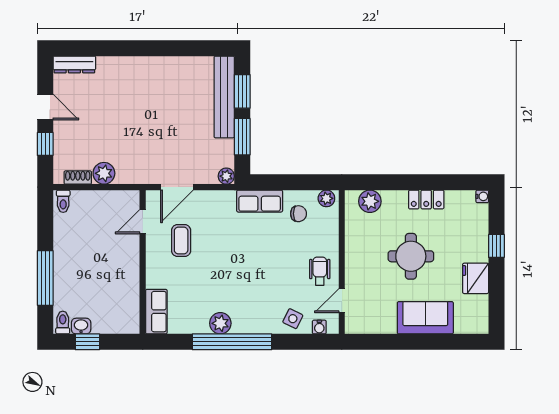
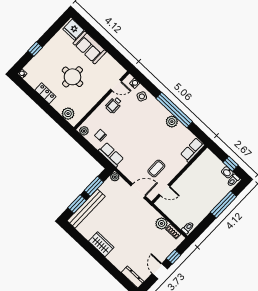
wardrobe: (158, 68) -> (101, 244), added
fridge: (476, 278) -> (73, 30), moved, turned 90

